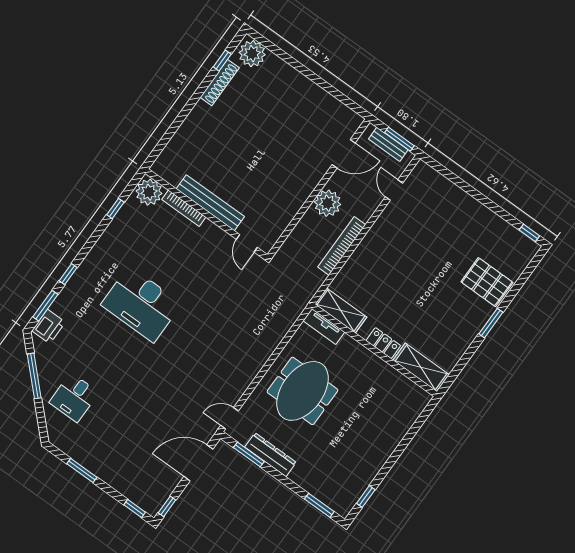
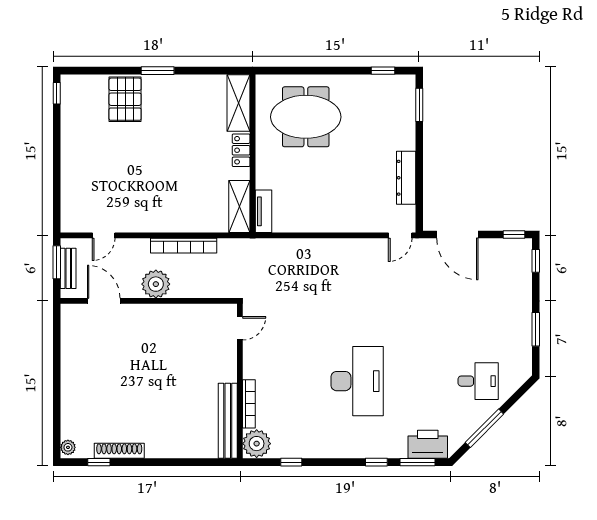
plant: (252, 54) -> (68, 447), width x0.53, depth x0.53
bench: (210, 203) -> (228, 421), moved
printer: (49, 326) -> (428, 444), width x1.37, depth x1.19
meeting table: (302, 391) -> (306, 117), moved
door: (229, 418) -> (400, 235), hinge flipped
window: (249, 455) -> (419, 196), removed

